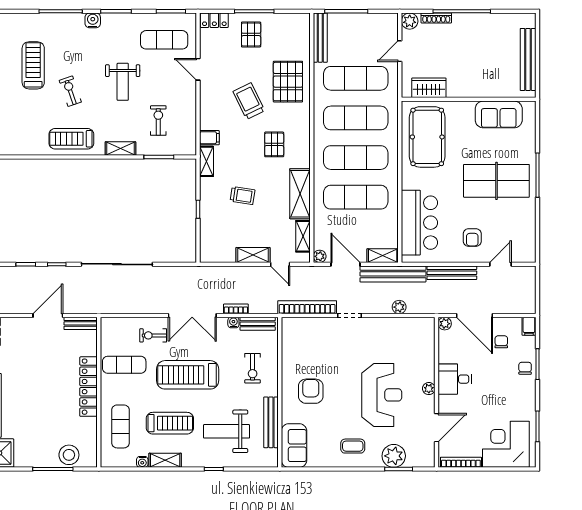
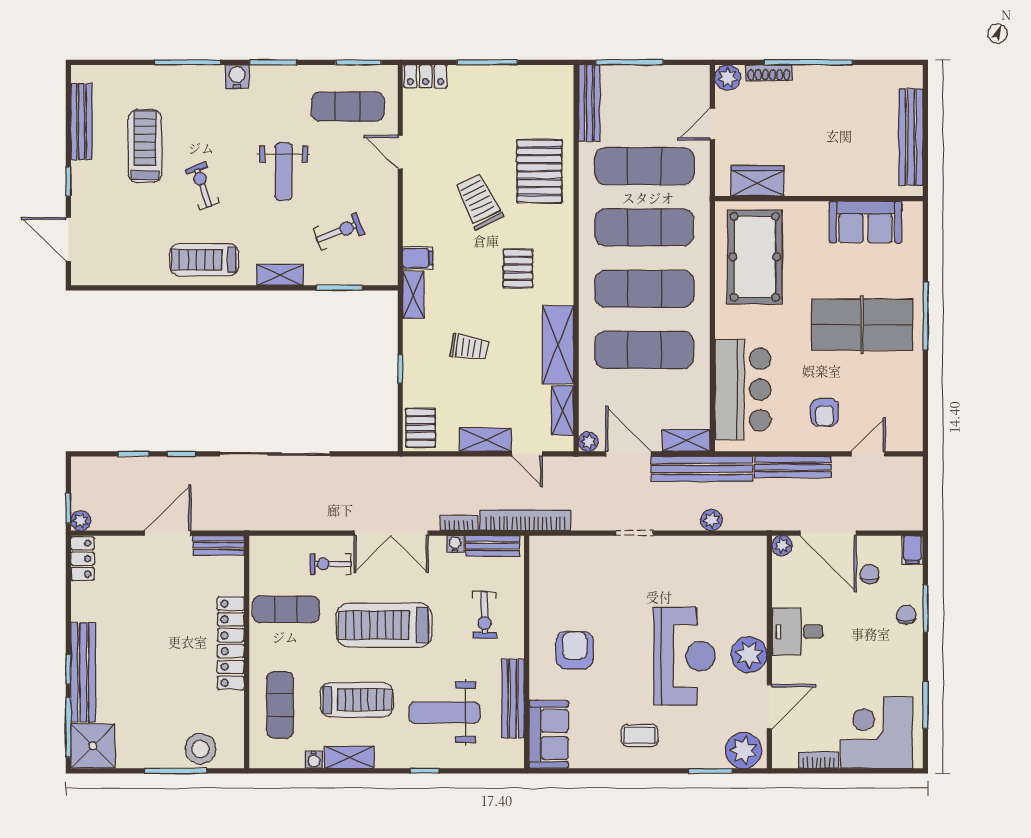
pallet: (251, 34) -> (421, 428), moved
exercise bike: (158, 121) -> (339, 231), turned 69
bookcase: (307, 307) -> (525, 520), moved
plant: (429, 389) -> (749, 655), width x1.87, depth x1.87
plant: (394, 456) -> (744, 750), moved
bookcase: (461, 462) -> (818, 760), width x0.64

